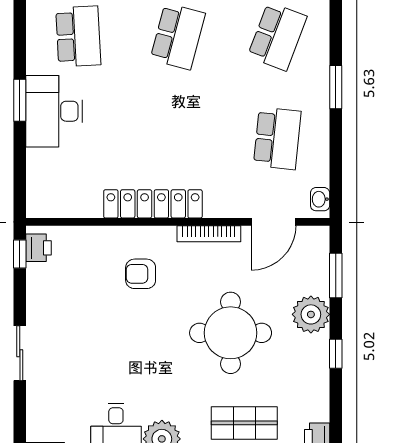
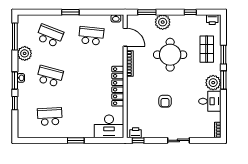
desk: (54, 111) -> (109, 126), moved
armchair: (141, 274) -> (165, 101), moved
window: (336, 354) -> (190, 12), moved

